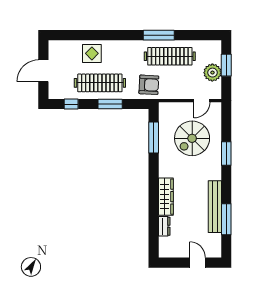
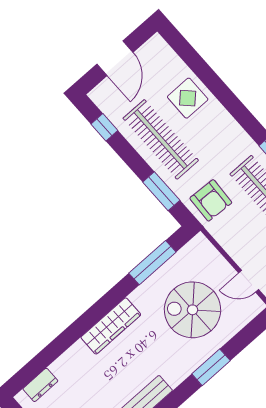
door: (43, 71) -> (115, 58), swing flipped
window: (110, 104) -> (161, 191), moved
wardrobe: (166, 197) -> (111, 326), moved
dresser: (164, 226) -> (40, 385), moved

